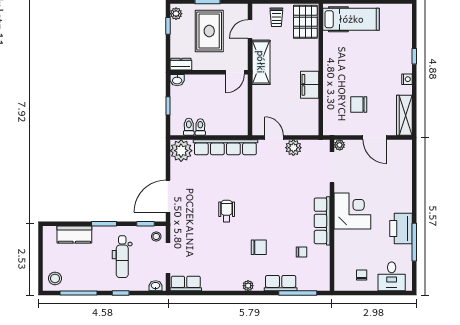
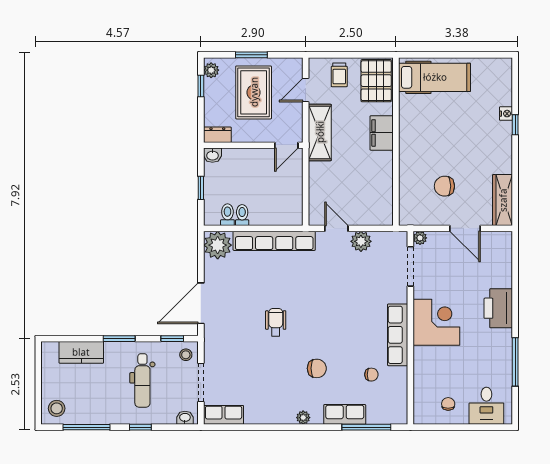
nightstand: (407, 79) -> (506, 114), moved
filing cabinet: (310, 85) -> (382, 133), moved
printer: (401, 229) -> (498, 308), moved

